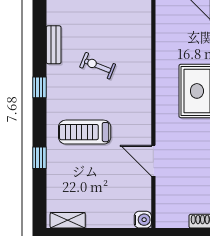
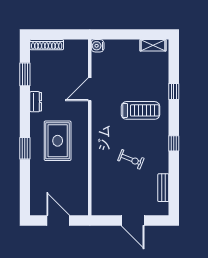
bench: (54, 45) -> (163, 188), moved
door: (153, 161) -> (90, 89), swing flipped

